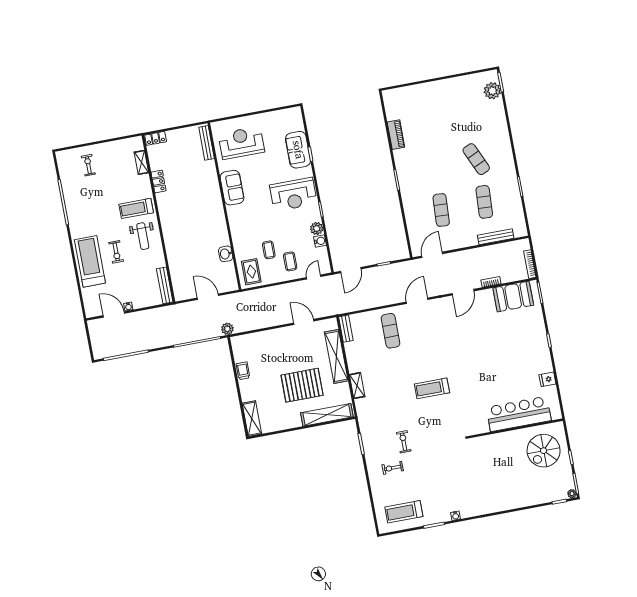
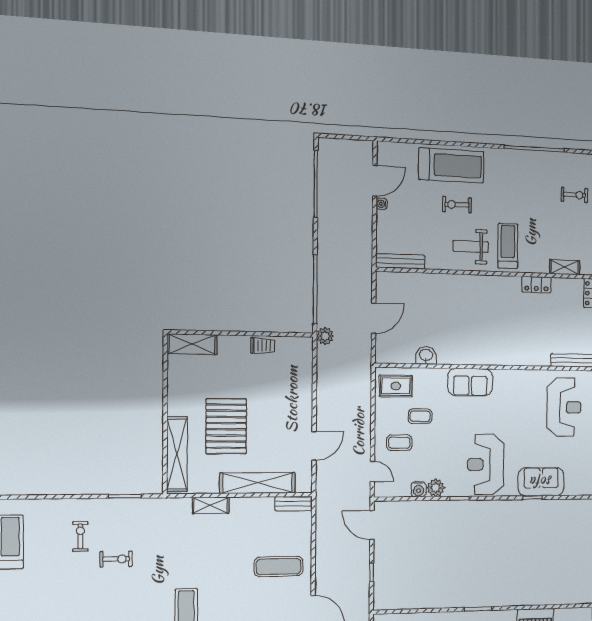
sofa: (232, 188) -> (470, 382), moved

